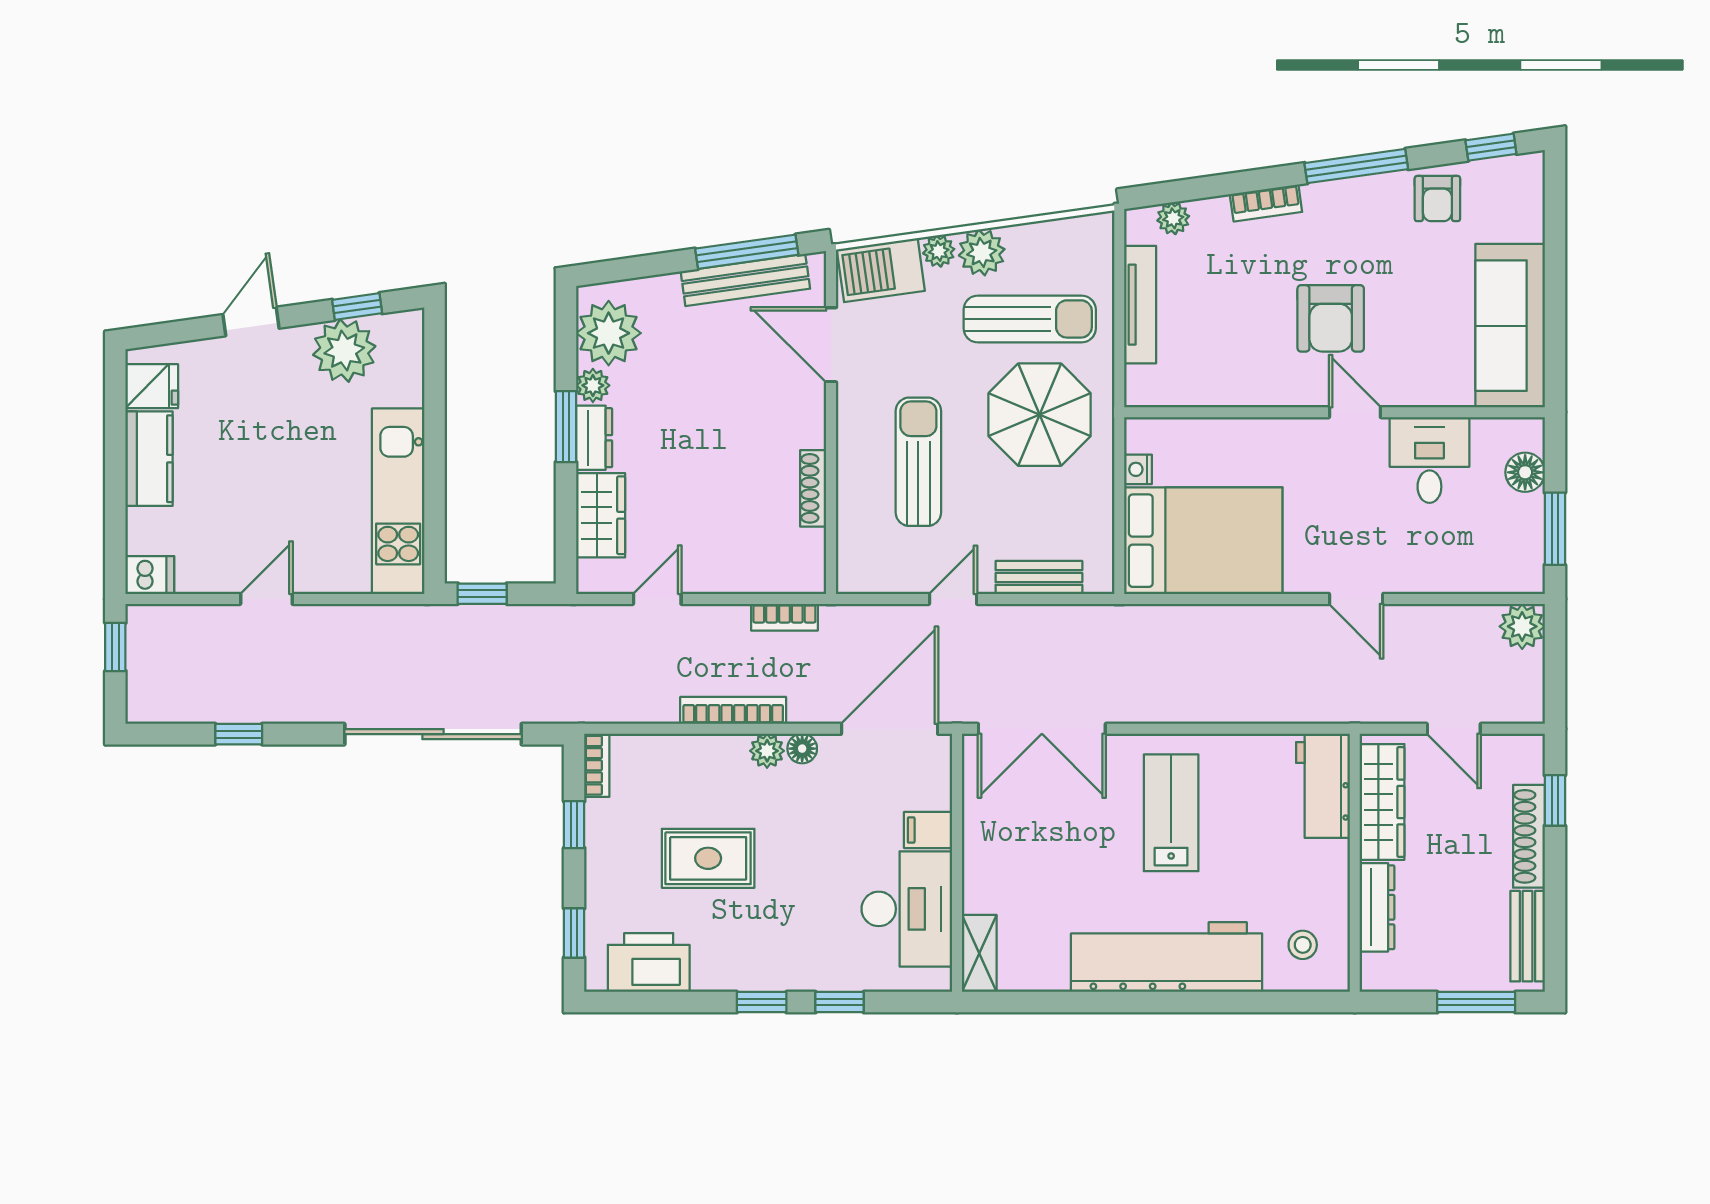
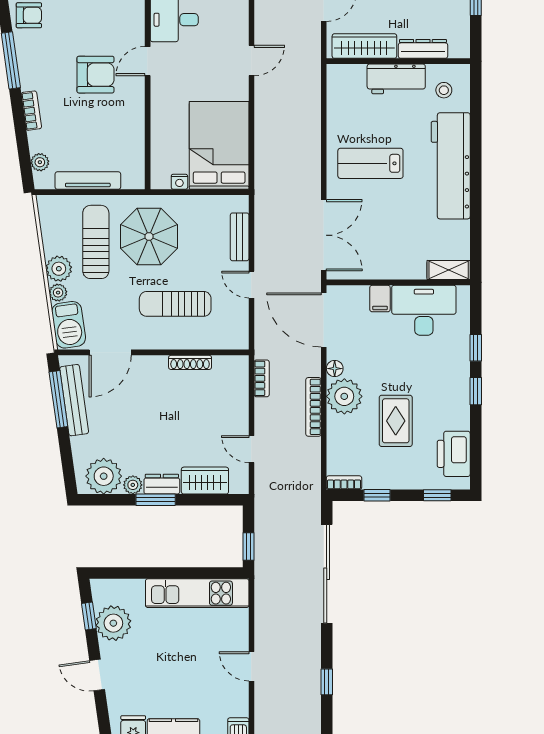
plant: (767, 751) -> (344, 396), width x1.87, depth x1.87
workbench: (1323, 786) -> (396, 79), moved

